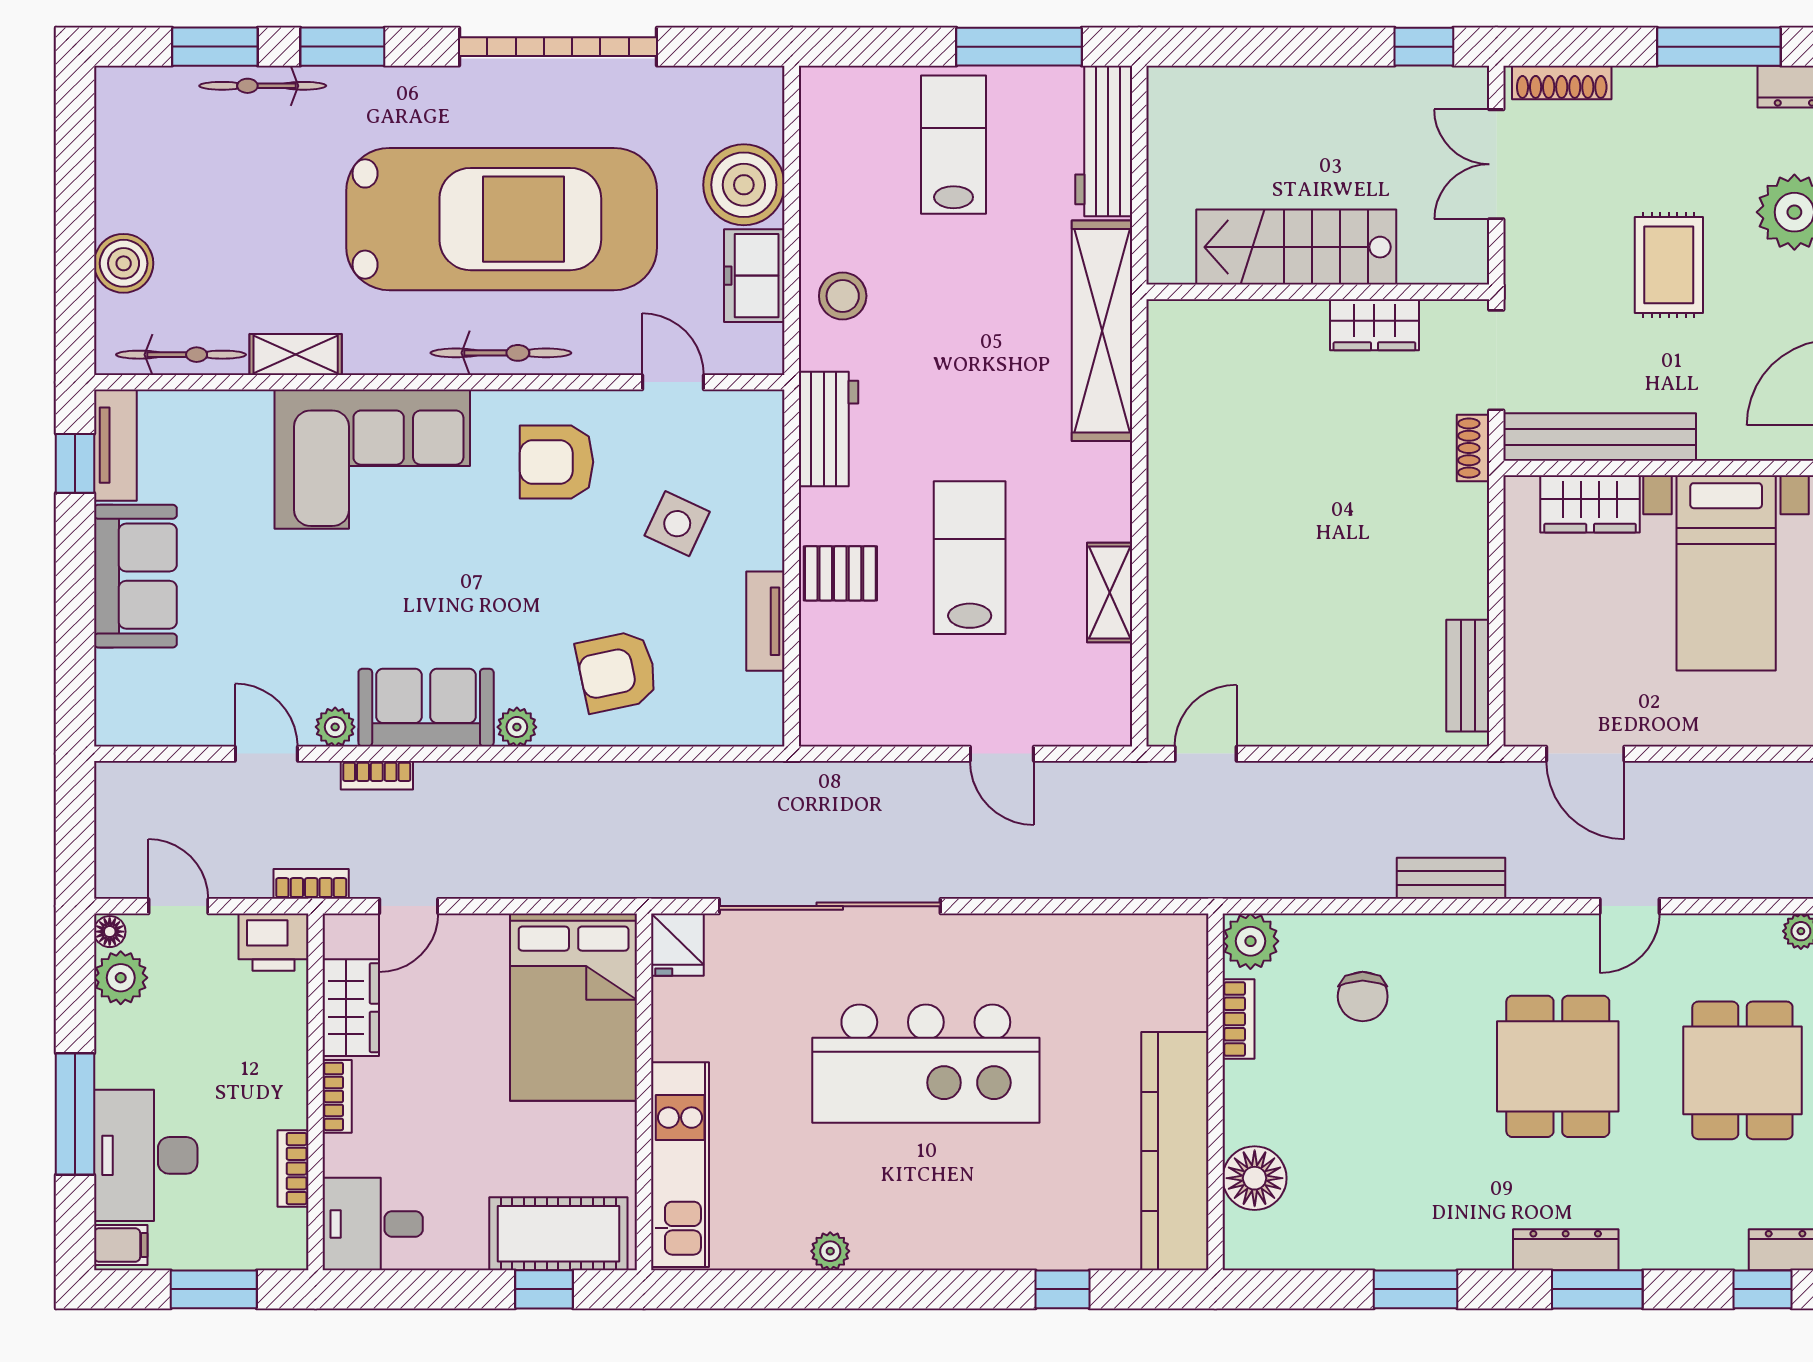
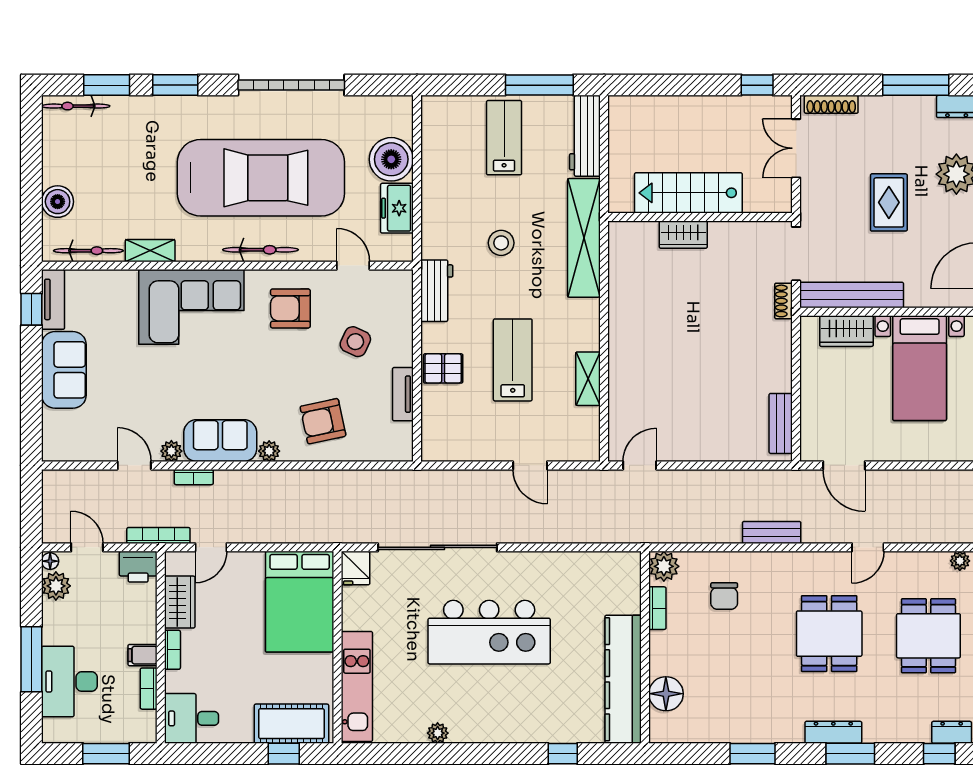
bicycle: (263, 86) -> (76, 106), moved
stool: (843, 296) -> (501, 243), moved
wardrobe: (1374, 325) -> (683, 235), moved
bookcase: (311, 884) -> (158, 535), width x1.56
filing cabinet: (121, 1245) -> (143, 655), moved, turned 180

